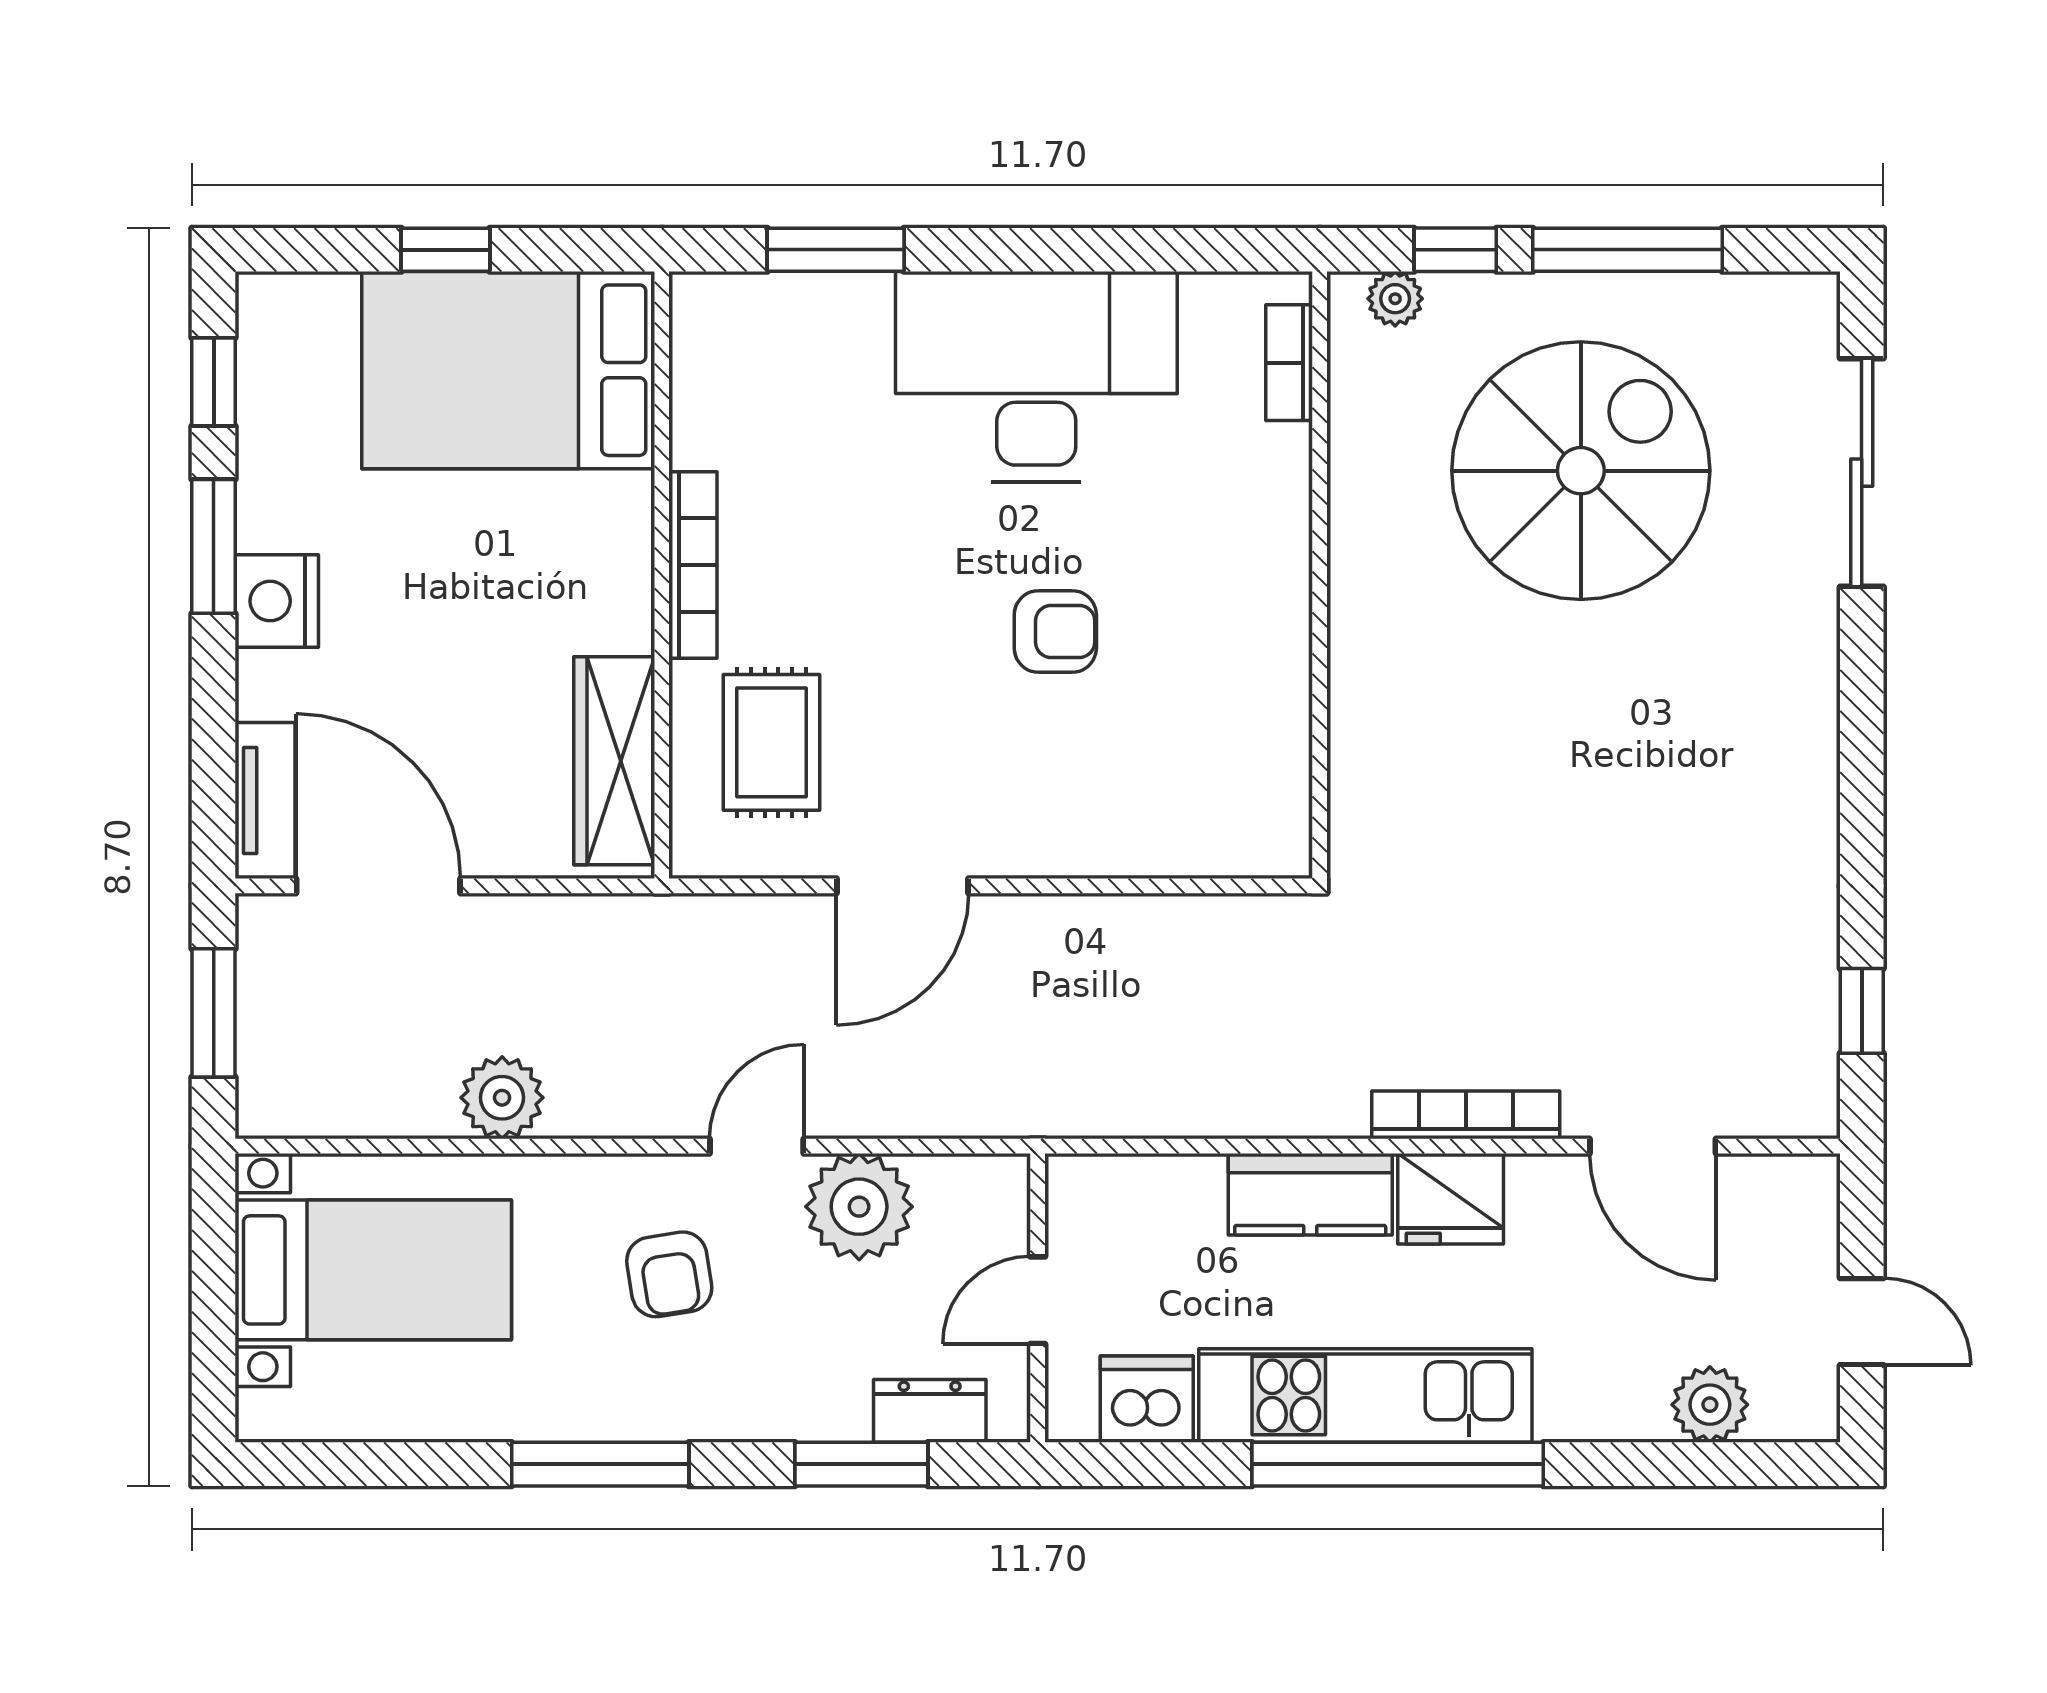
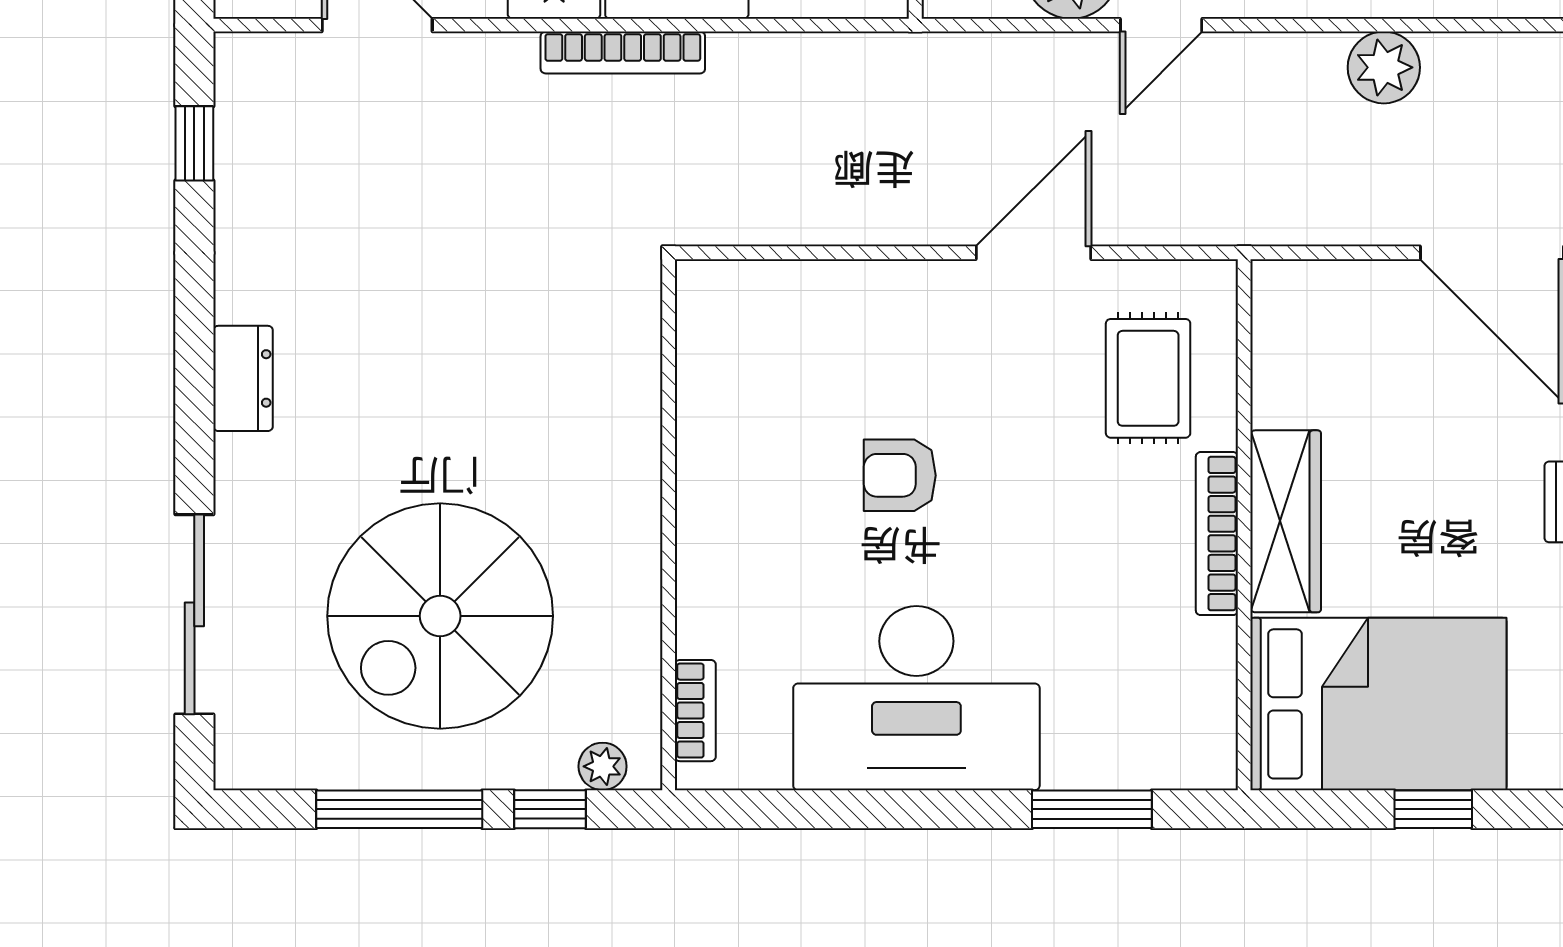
dresser: (1806, 742) -> (243, 378), added
wardrobe: (614, 761) -> (1286, 521), moved
bookcase: (1466, 1115) -> (623, 52), moved

